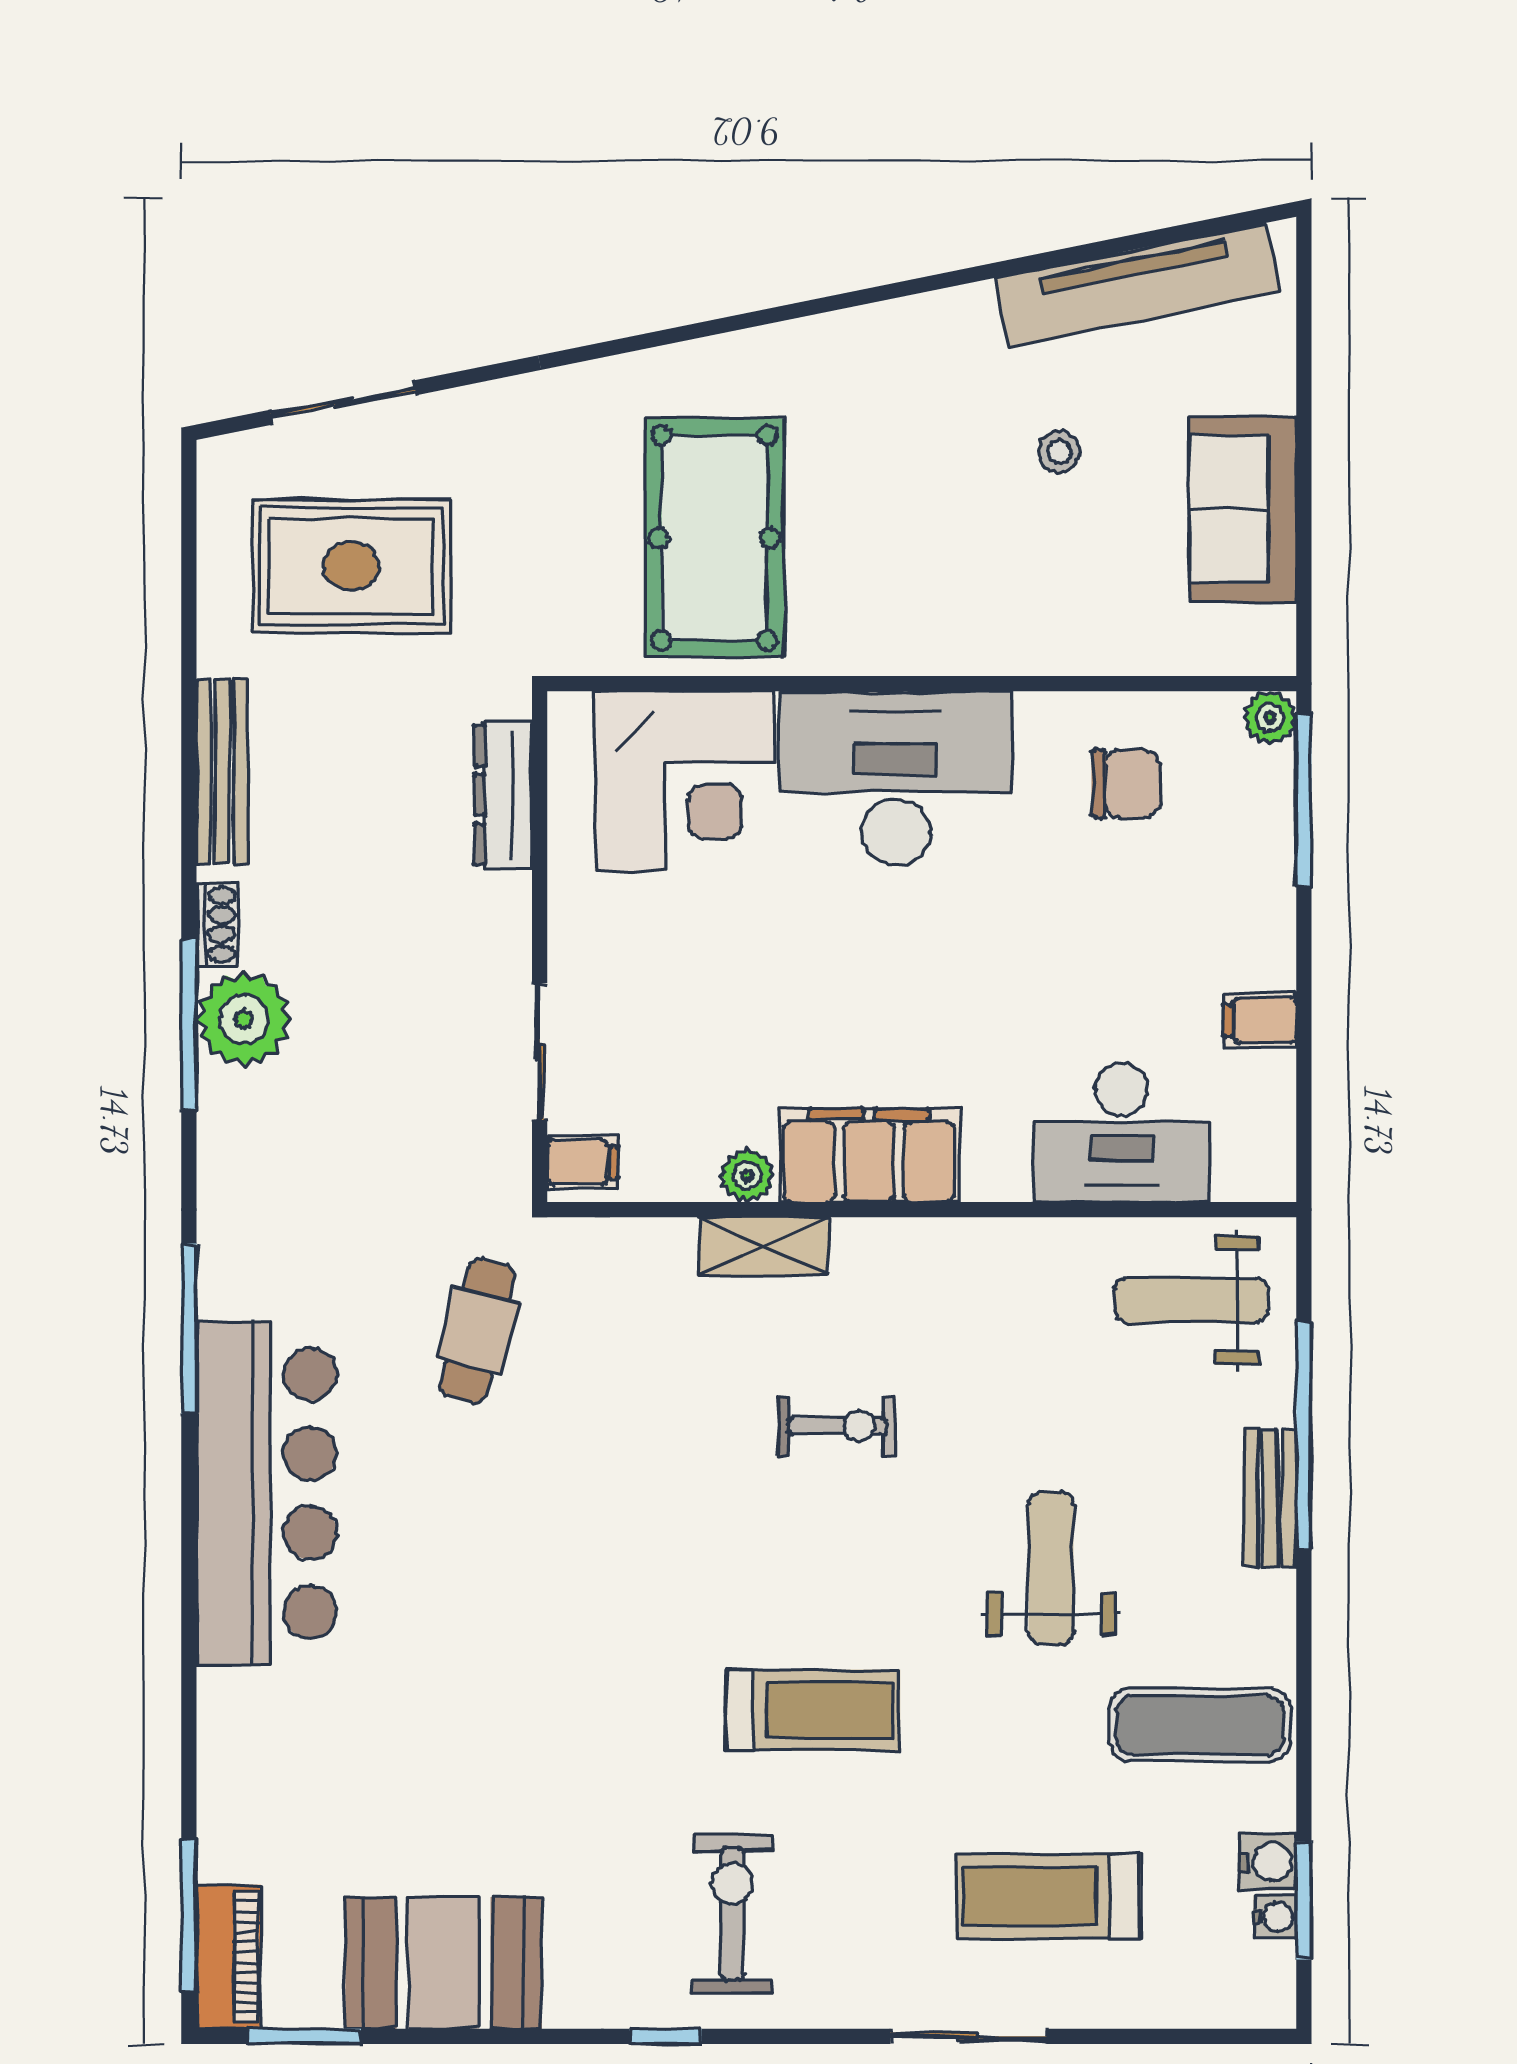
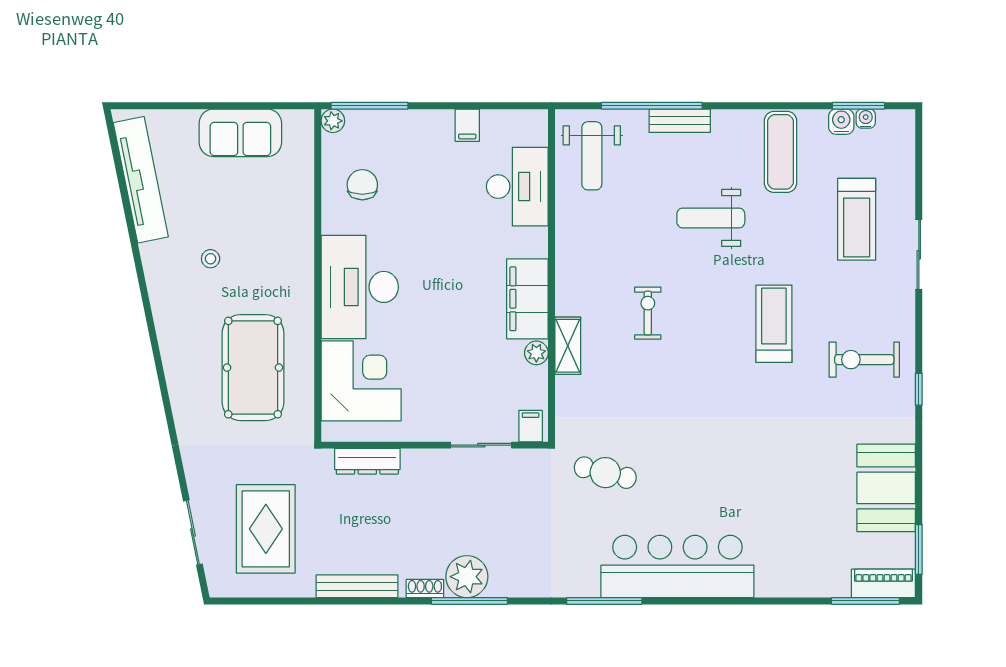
stool: (1059, 452) -> (211, 259), moved
pool table: (714, 538) -> (253, 368), turned 90

